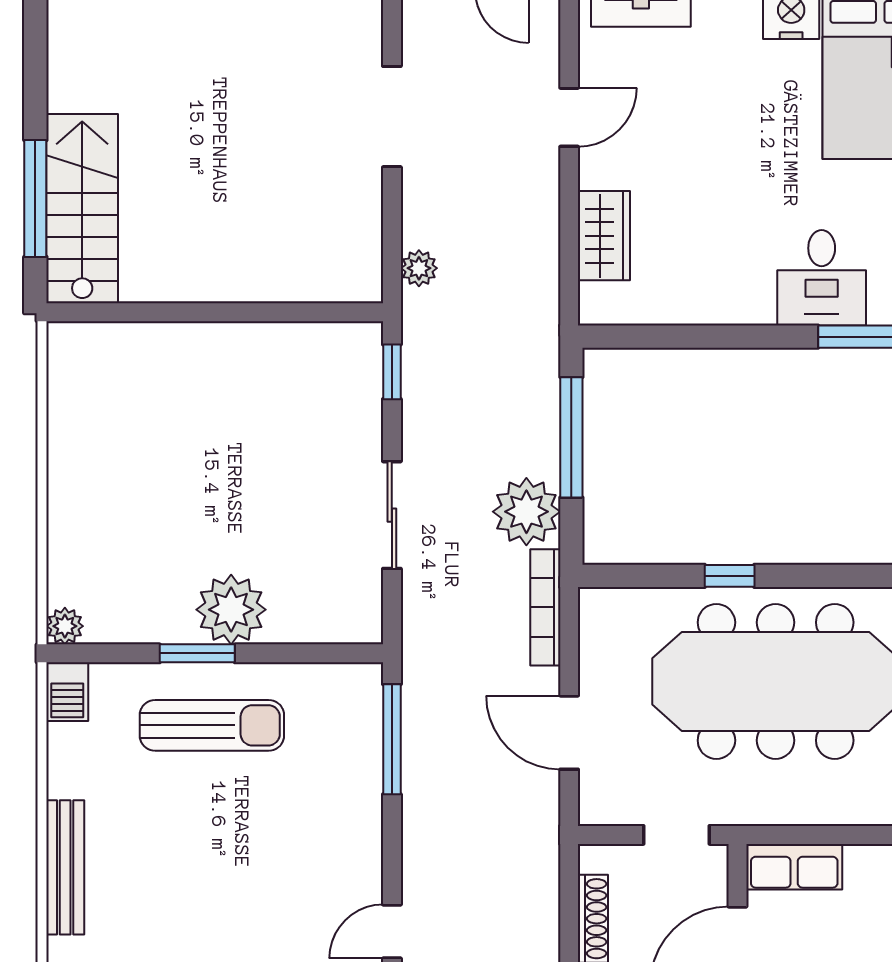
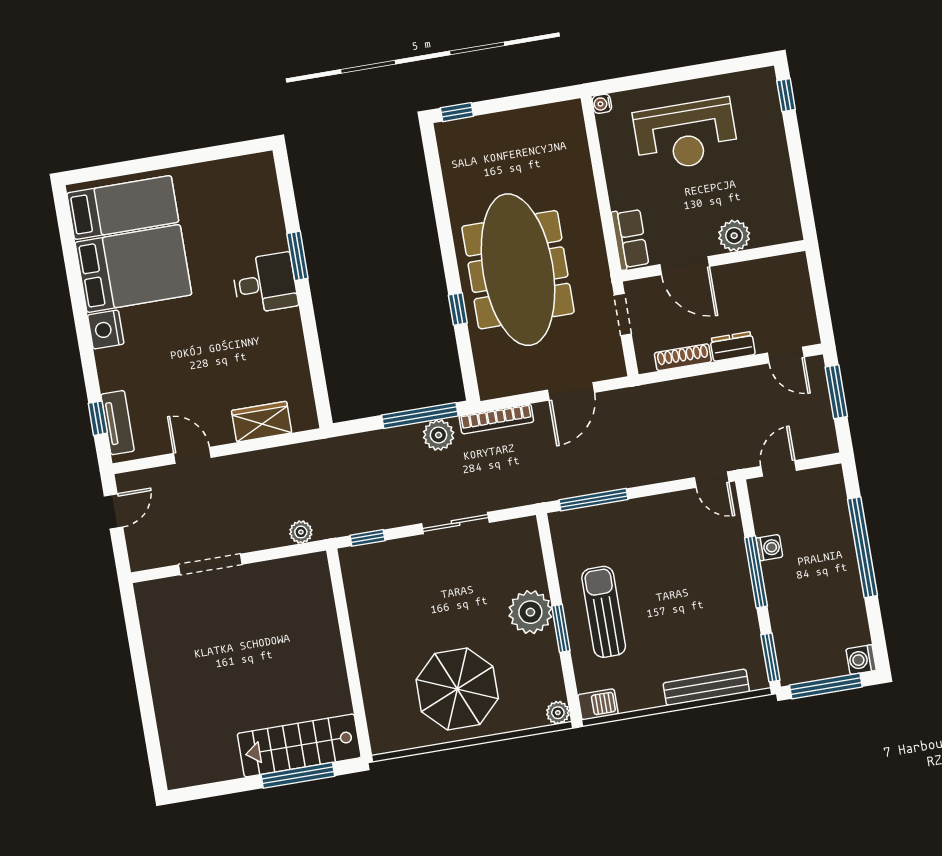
window: (571, 437) -> (420, 415), moved
parasol: (129, 473) -> (457, 689), added
plant: (526, 512) -> (439, 435), width x0.73, depth x0.73

